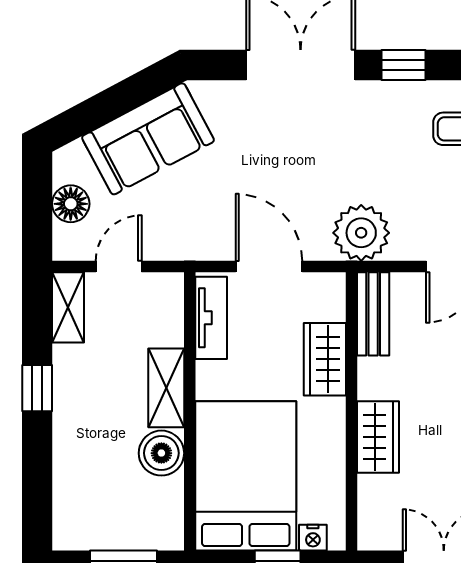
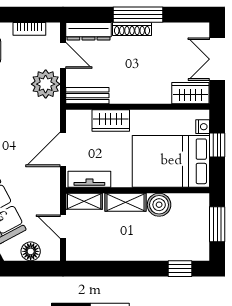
plant: (361, 233) -> (46, 84), moved
shelving: (68, 307) -> (84, 201), moved
window: (37, 388) -> (180, 269), moved
wardrobe: (378, 437) -> (190, 93), moved

